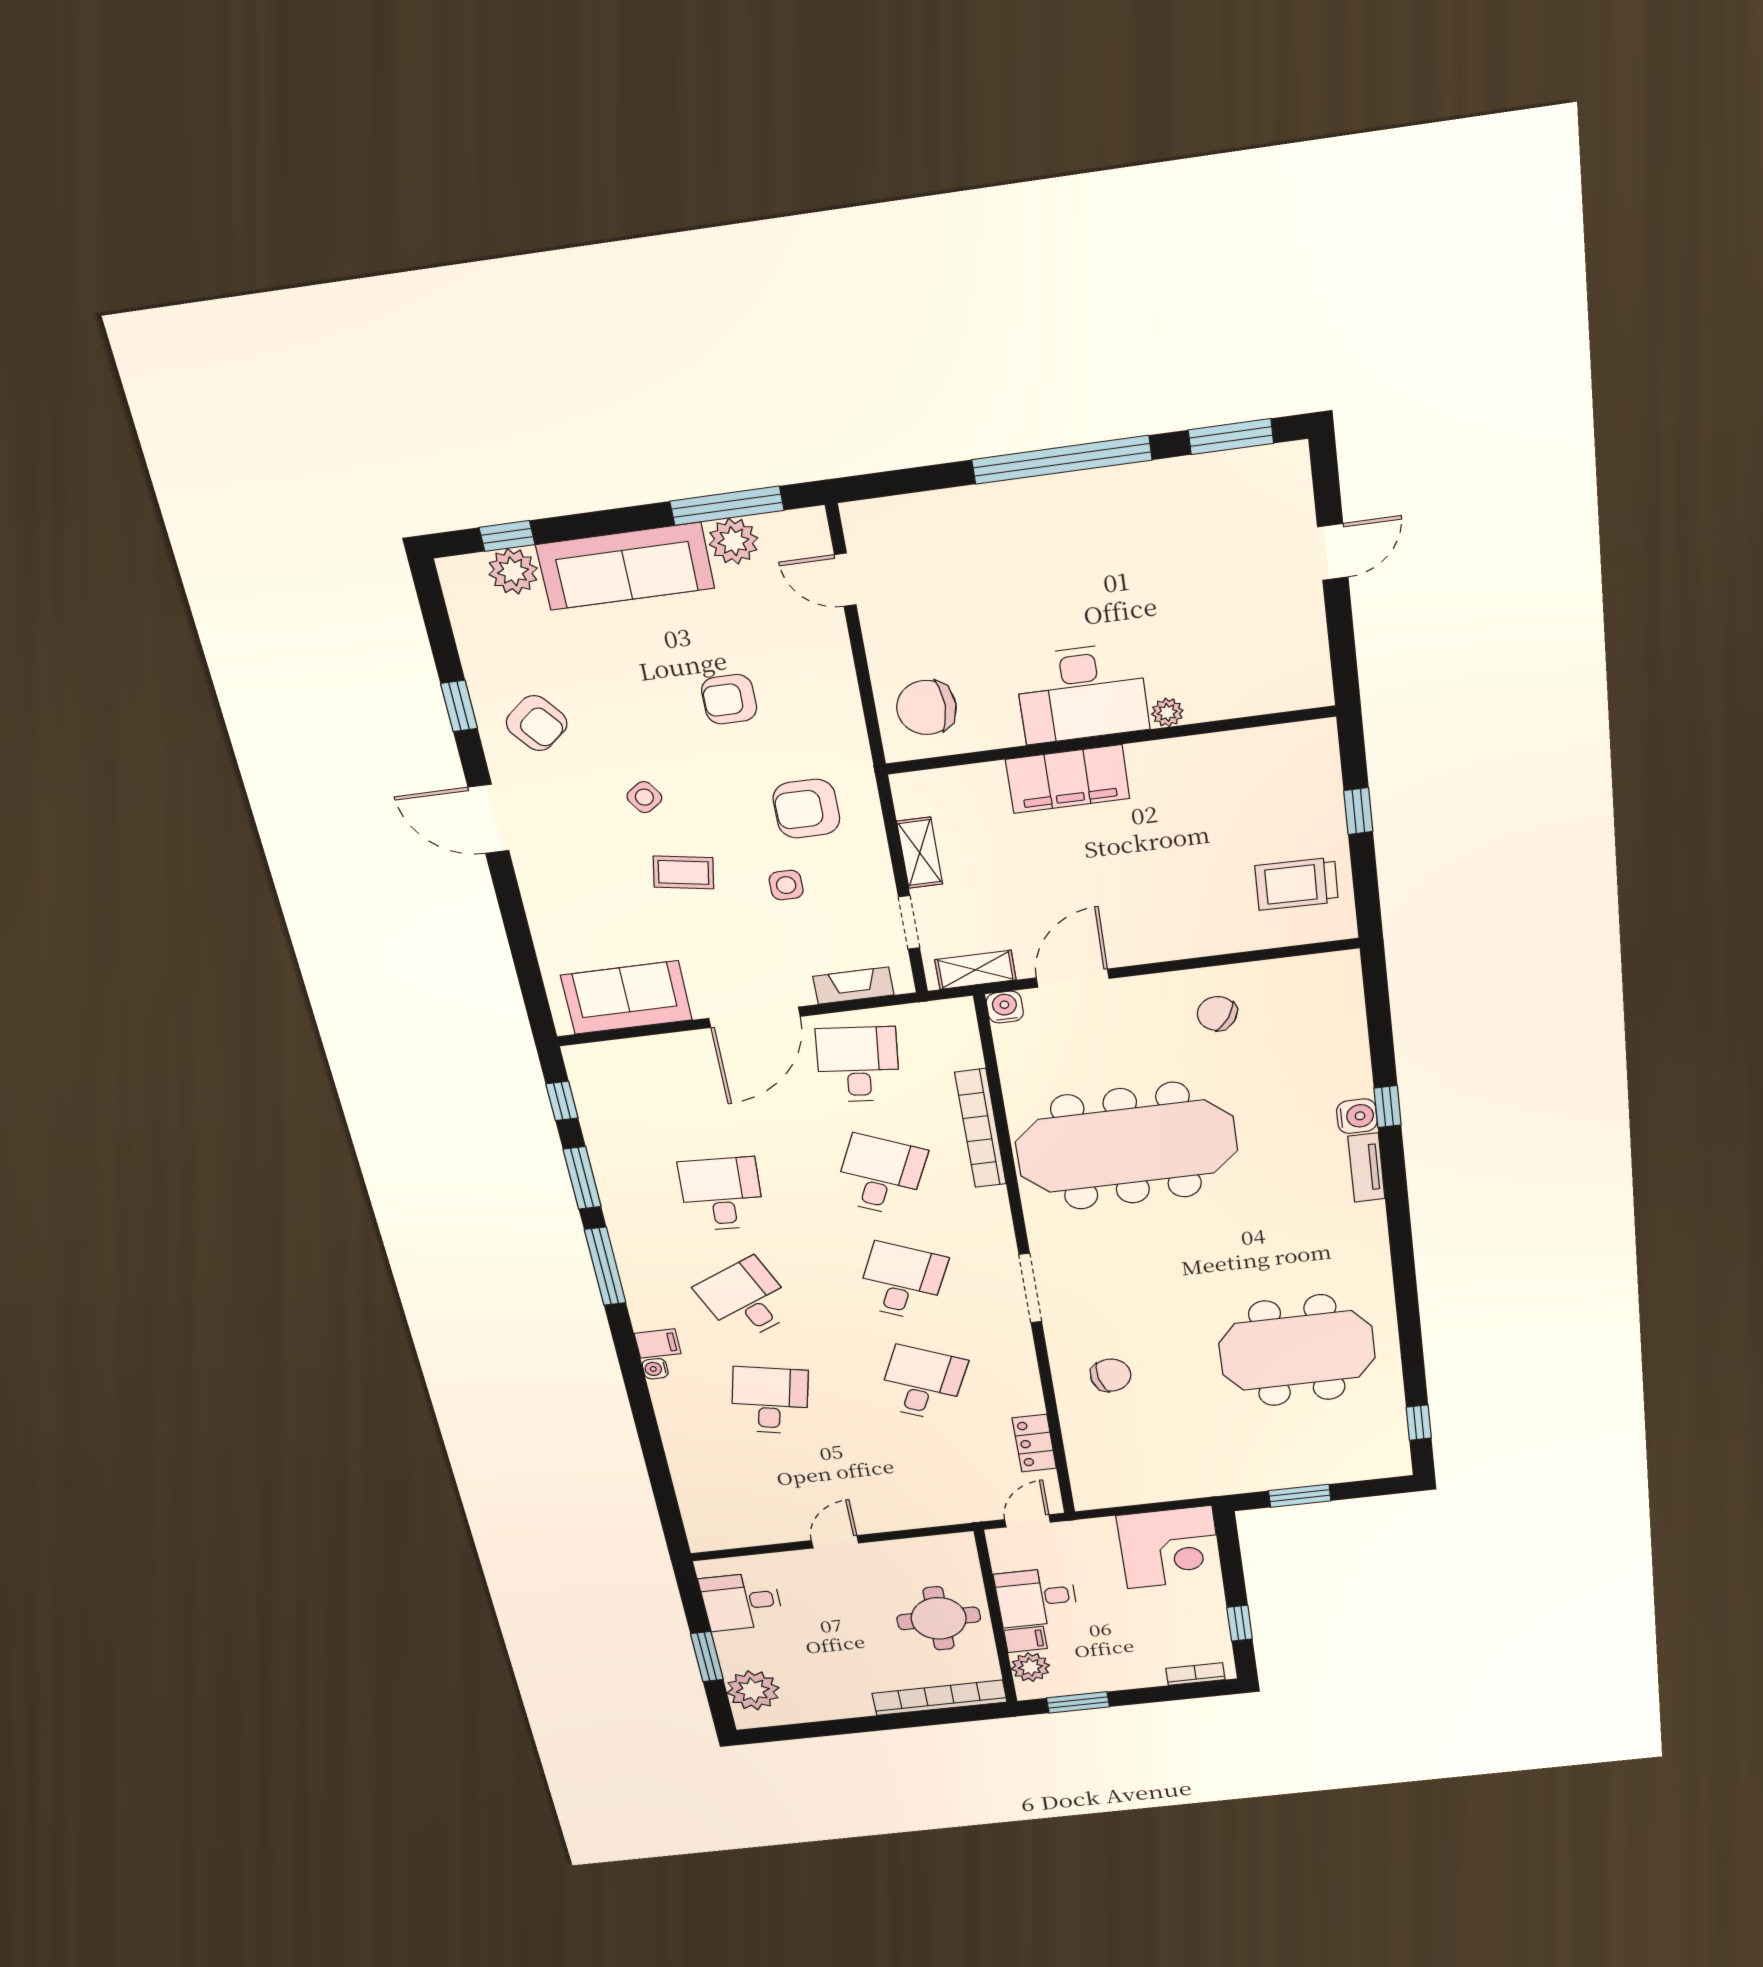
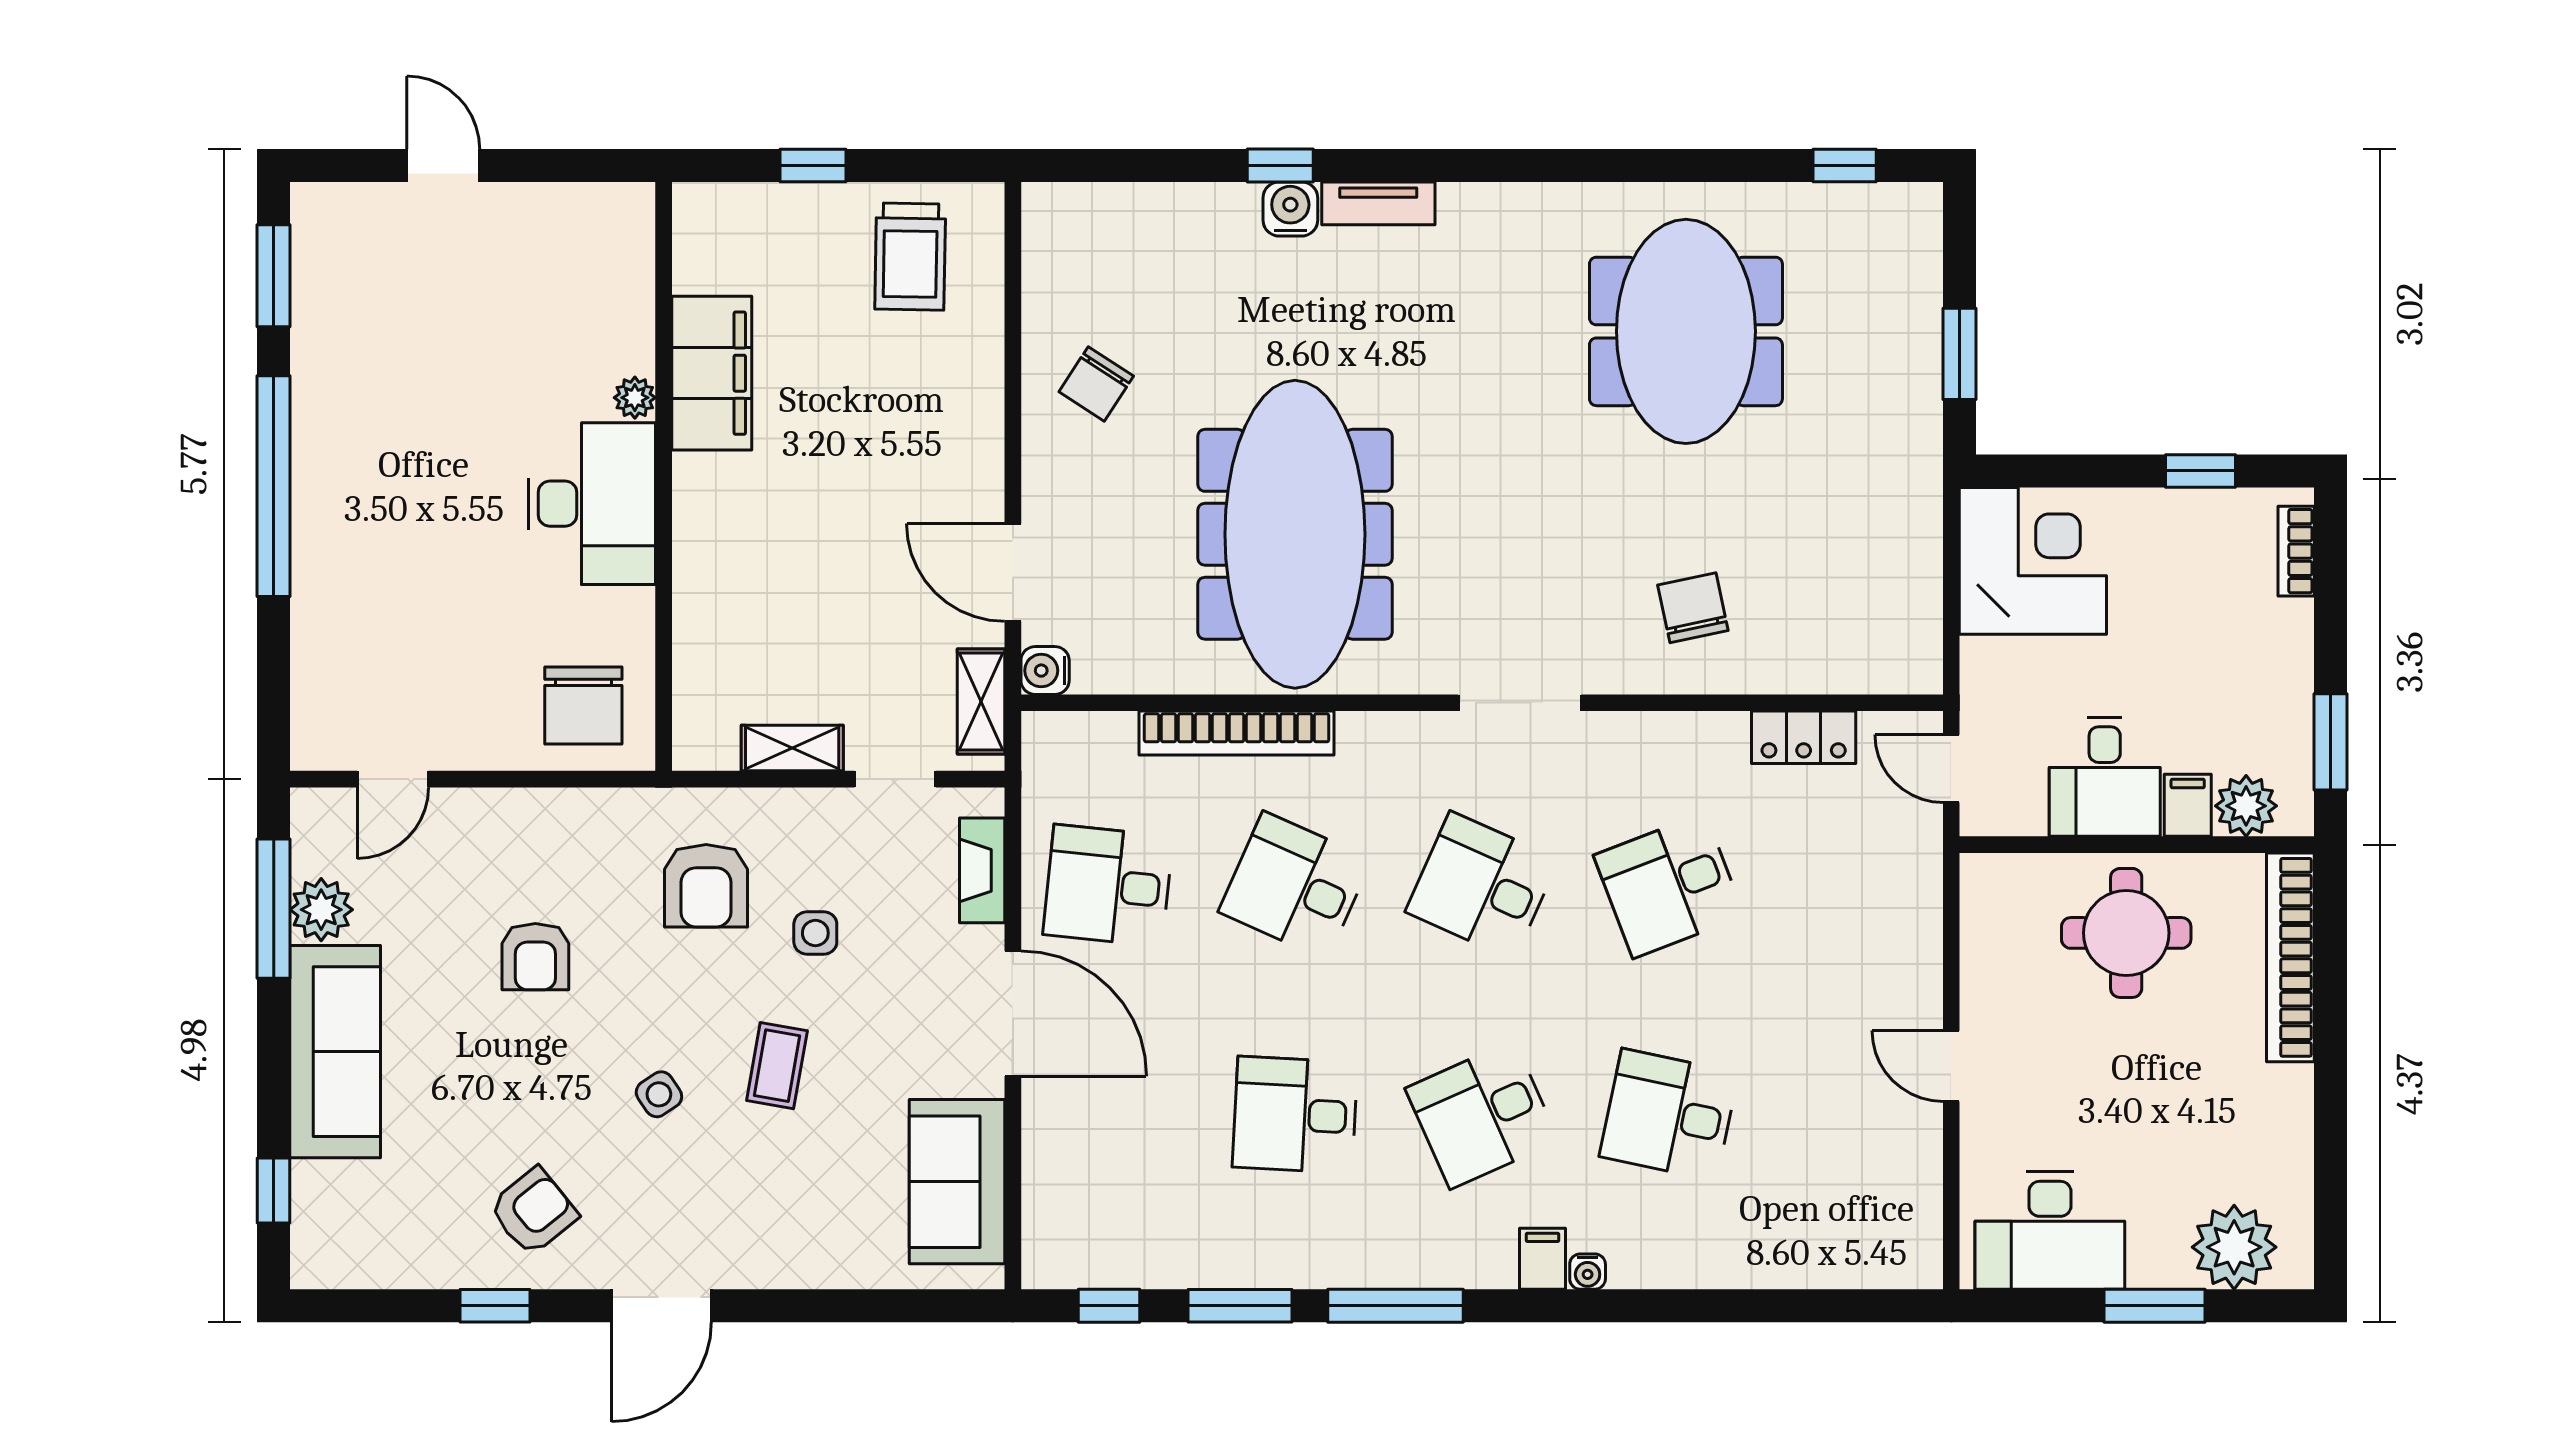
plant: (513, 571) -> (321, 1194), removed
filing cabinet: (1068, 779) -> (712, 373), moved
desk: (922, 1383) -> (1669, 886), turned -45
desk: (741, 1602) -> (2050, 1231), width x1.37

